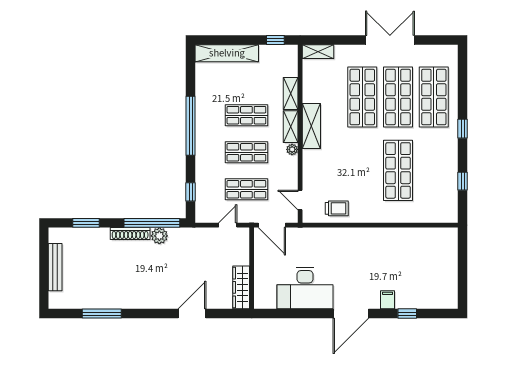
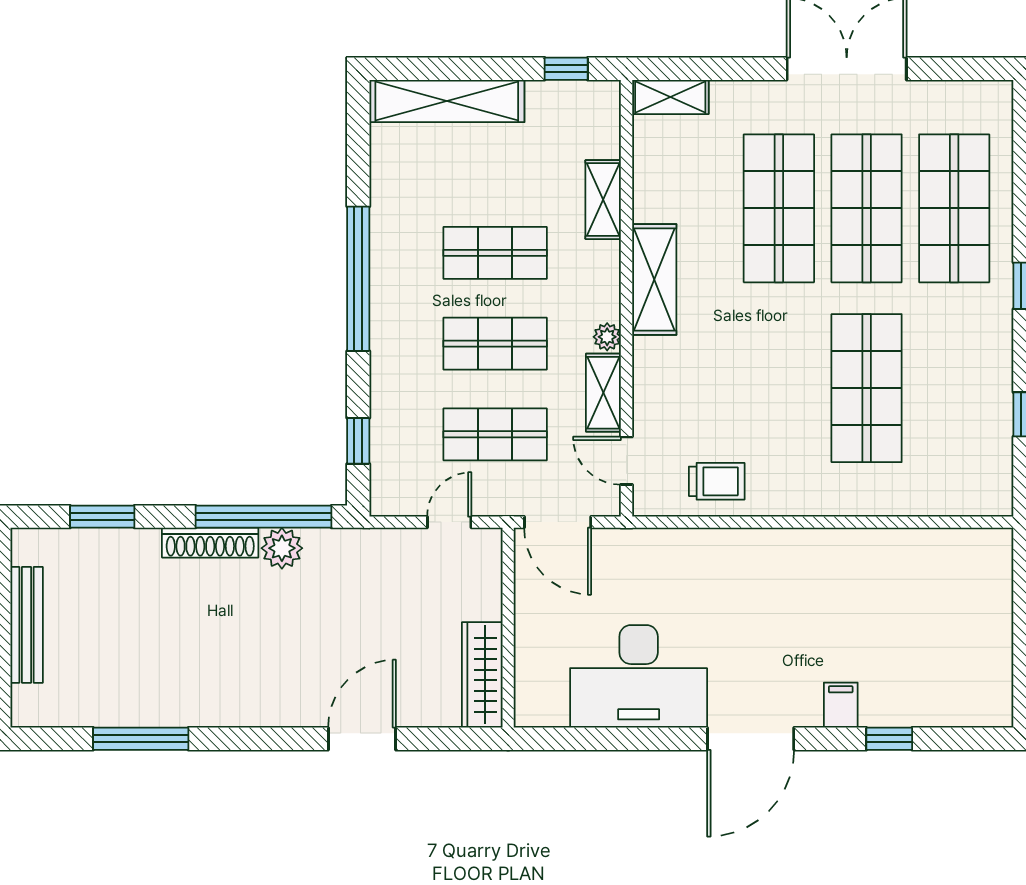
shelving: (291, 127) -> (603, 393), moved

